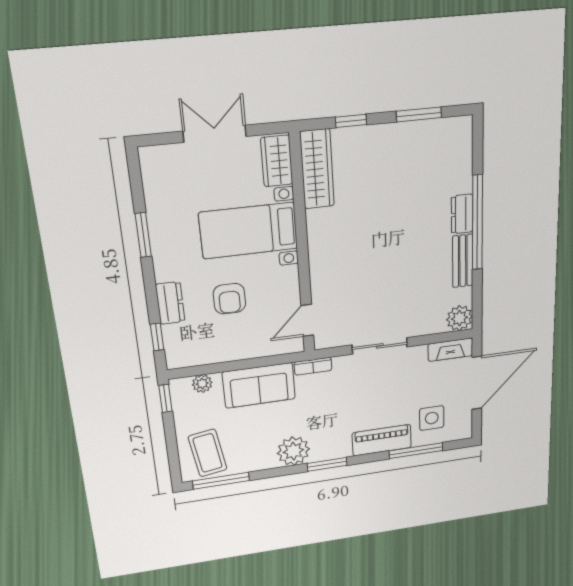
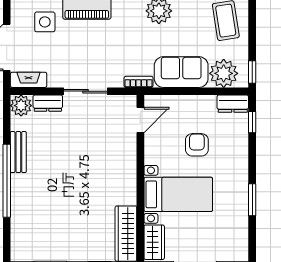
dresser: (462, 214) -> (48, 103), moved, turned 90
dresser: (170, 303) -> (233, 104), moved, turned -90
plant: (202, 384) -> (224, 73), width x1.88, depth x1.88

